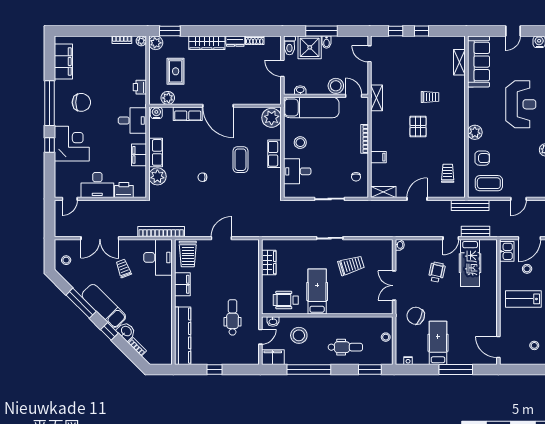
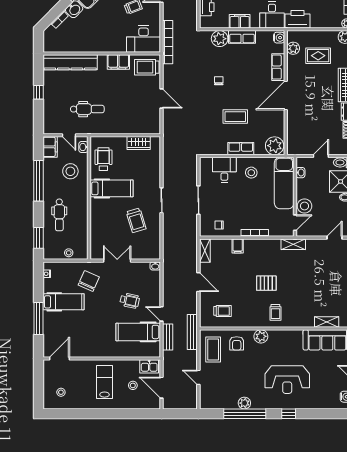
printer: (140, 87) -> (297, 19), width x1.87, depth x1.48
trolley: (430, 97) -> (275, 312), moved

